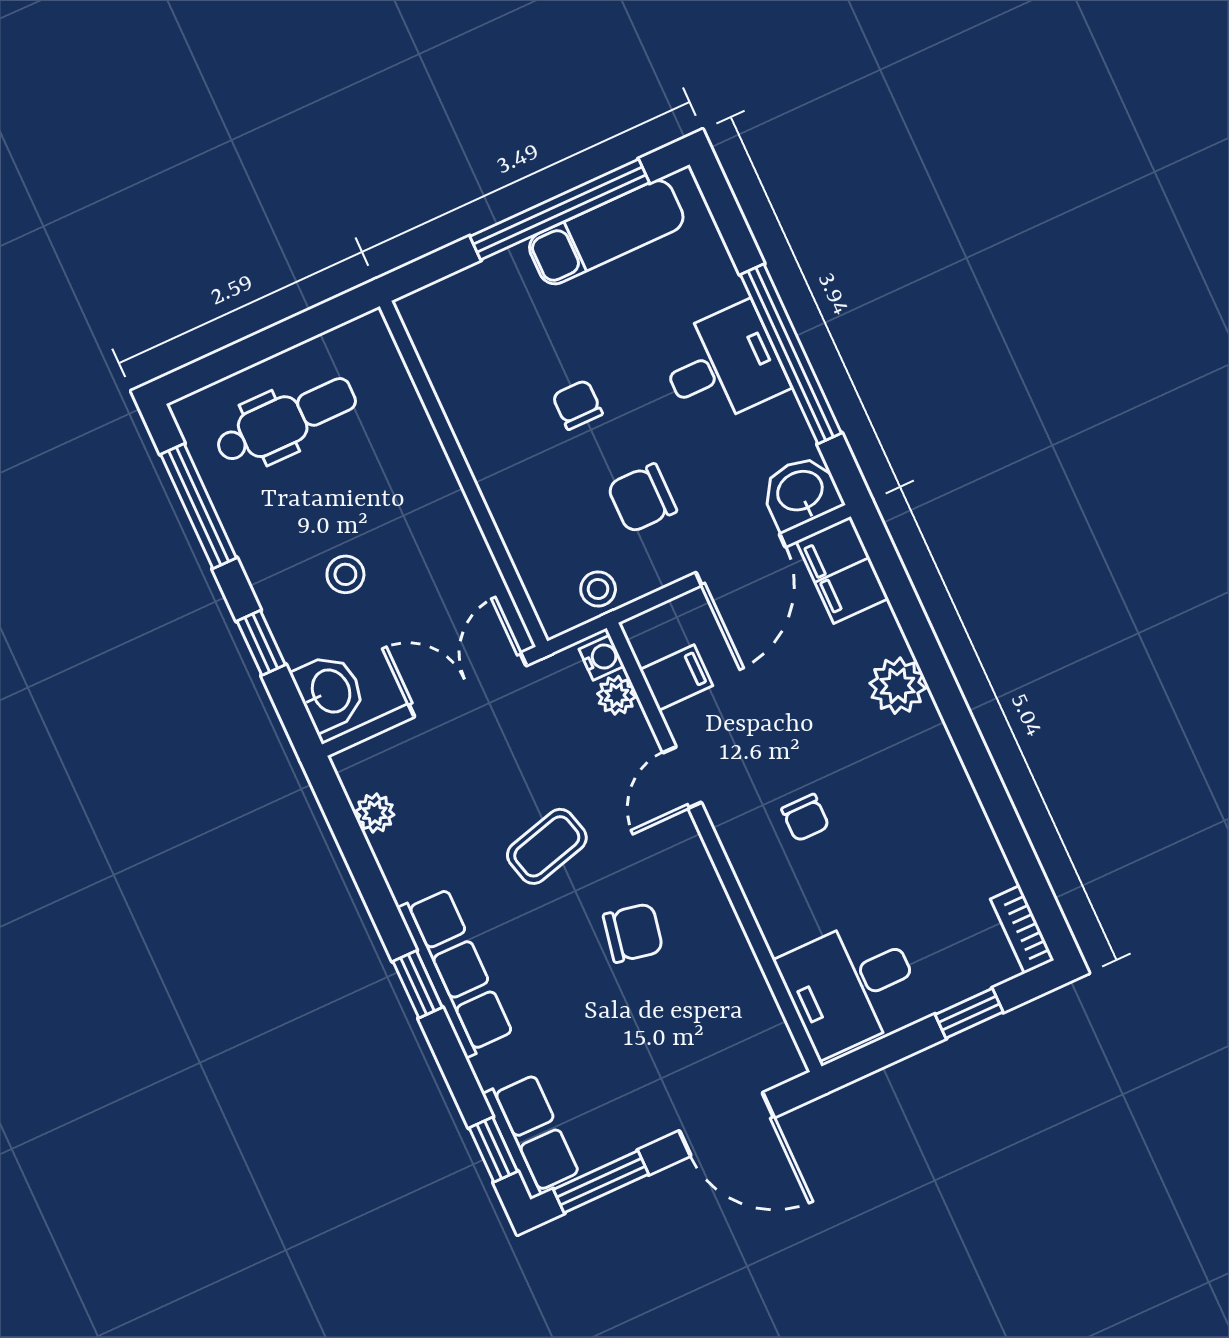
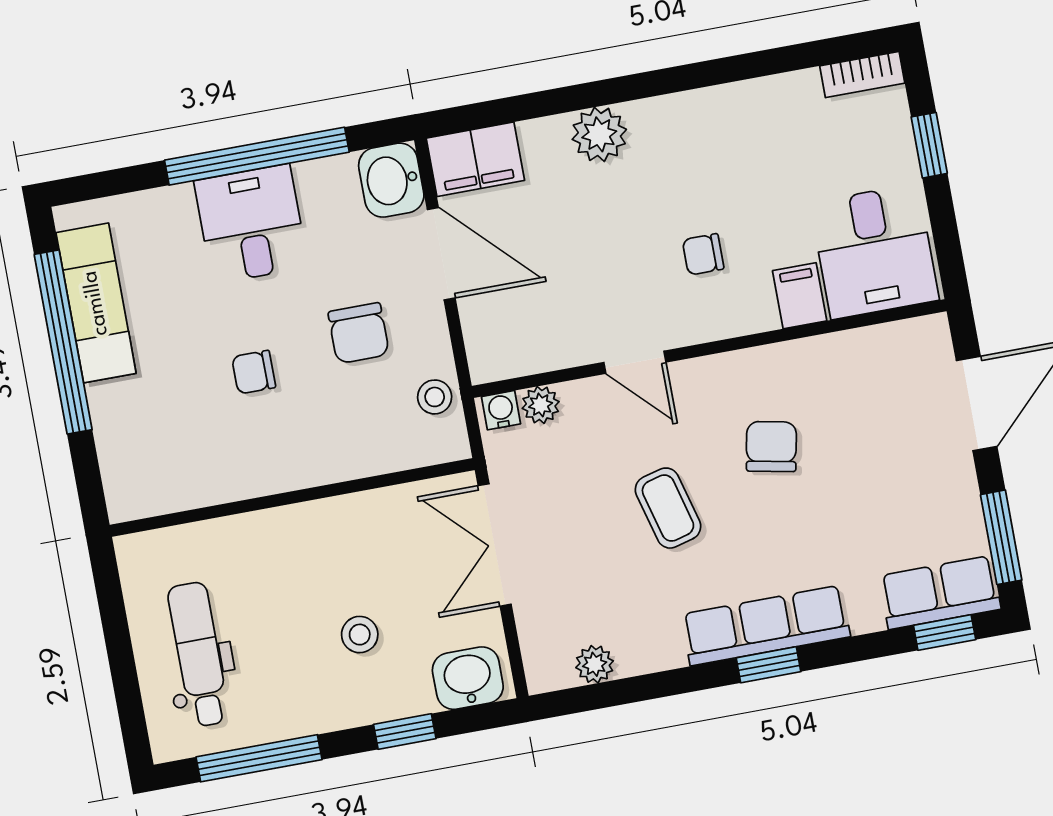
filing cabinet: (676, 678) -> (800, 296), moved
chair: (805, 818) -> (703, 254), turned 180

